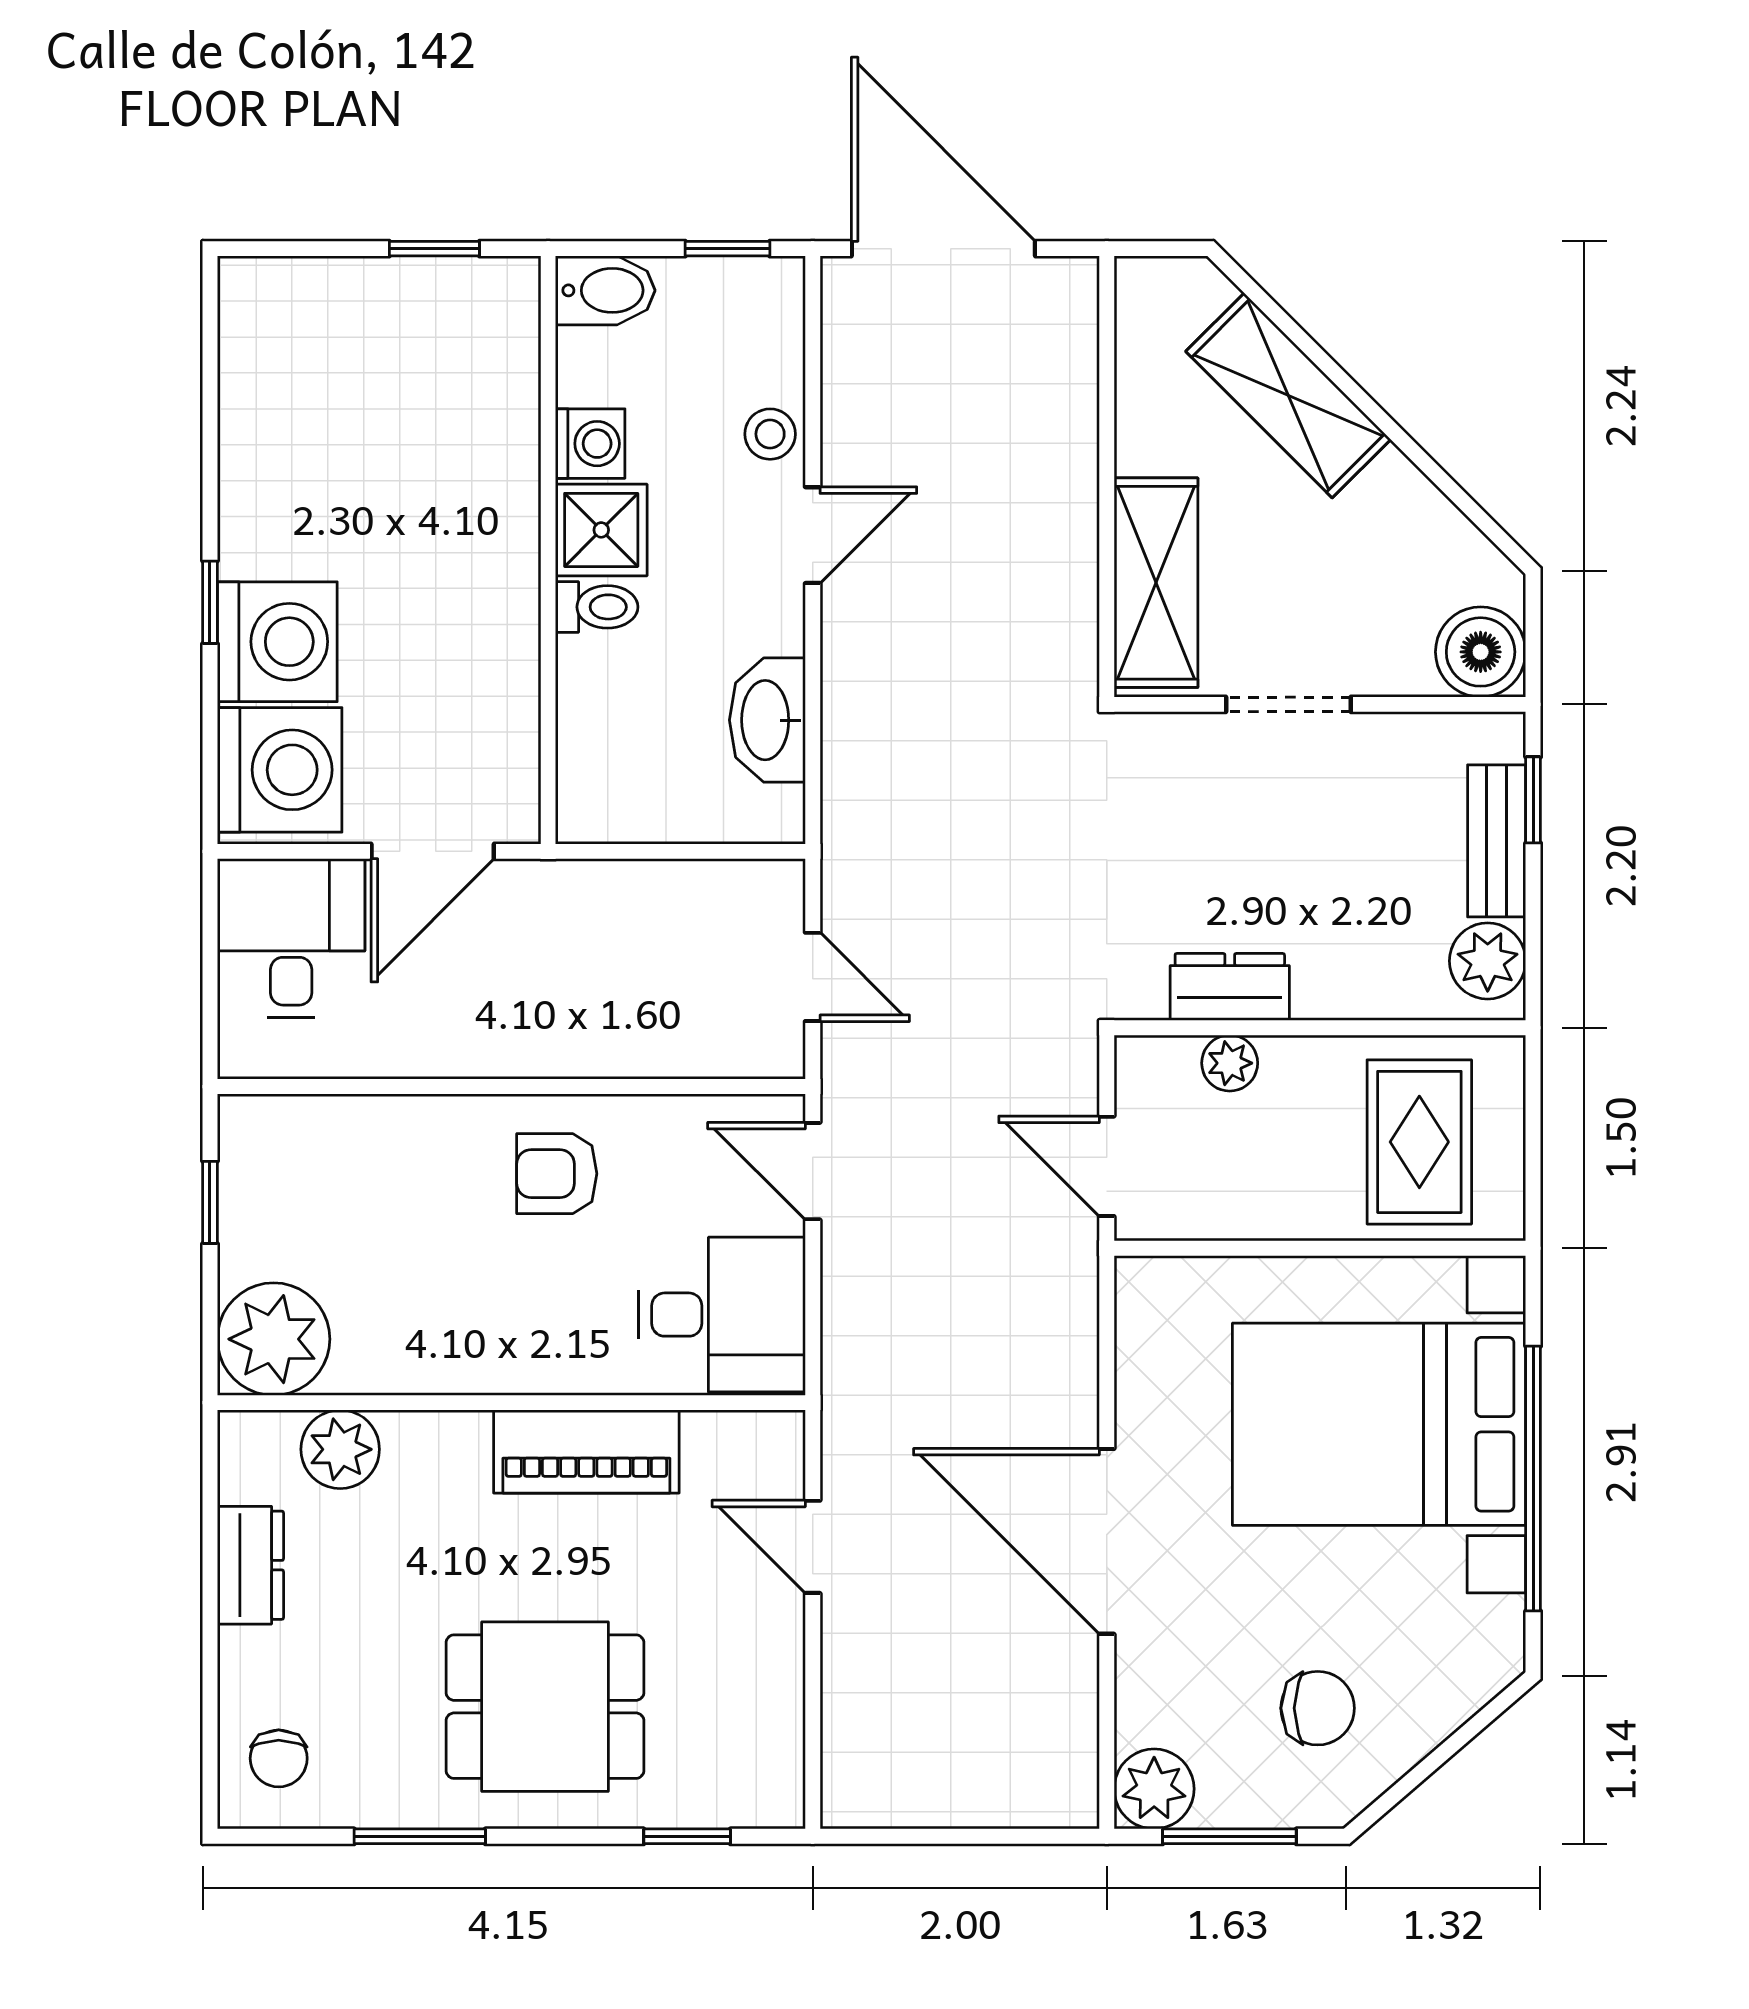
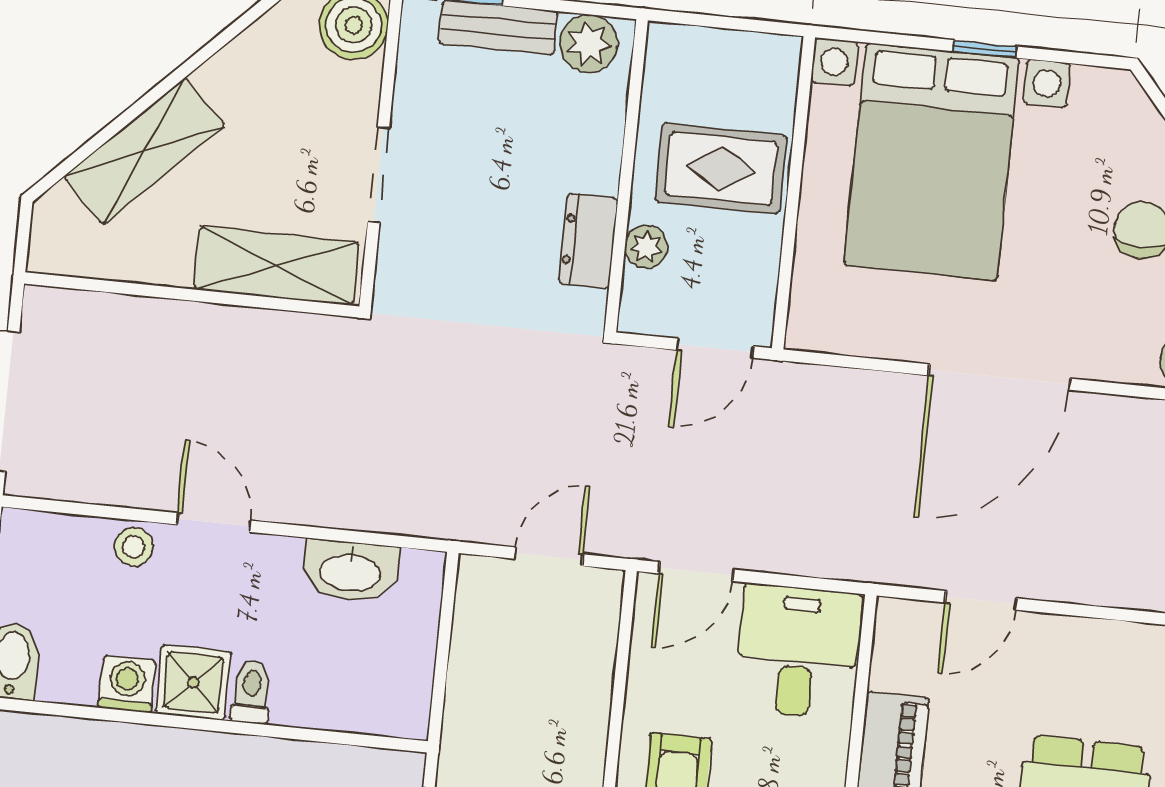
rug: (1419, 1142) -> (721, 168), moved
window: (1533, 1479) -> (985, 49), width x0.32

